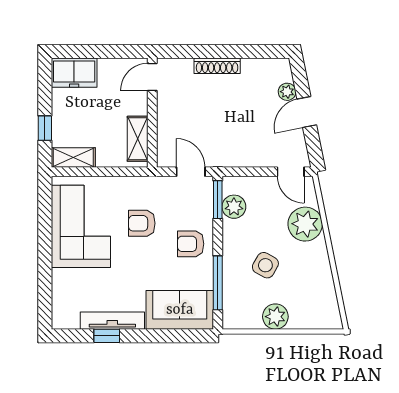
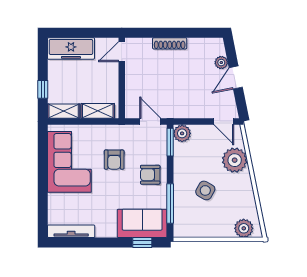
freezer: (74, 73) -> (71, 48), width x1.40
shelving: (138, 139) -> (98, 111), moved, turned 90
plant: (234, 207) -> (182, 133), moved
armchair: (142, 223) -> (114, 160), turned -90
plant: (275, 317) -> (244, 228), moved
tv unit: (112, 321) -> (71, 231), moved
window: (107, 336) -> (142, 243), moved

